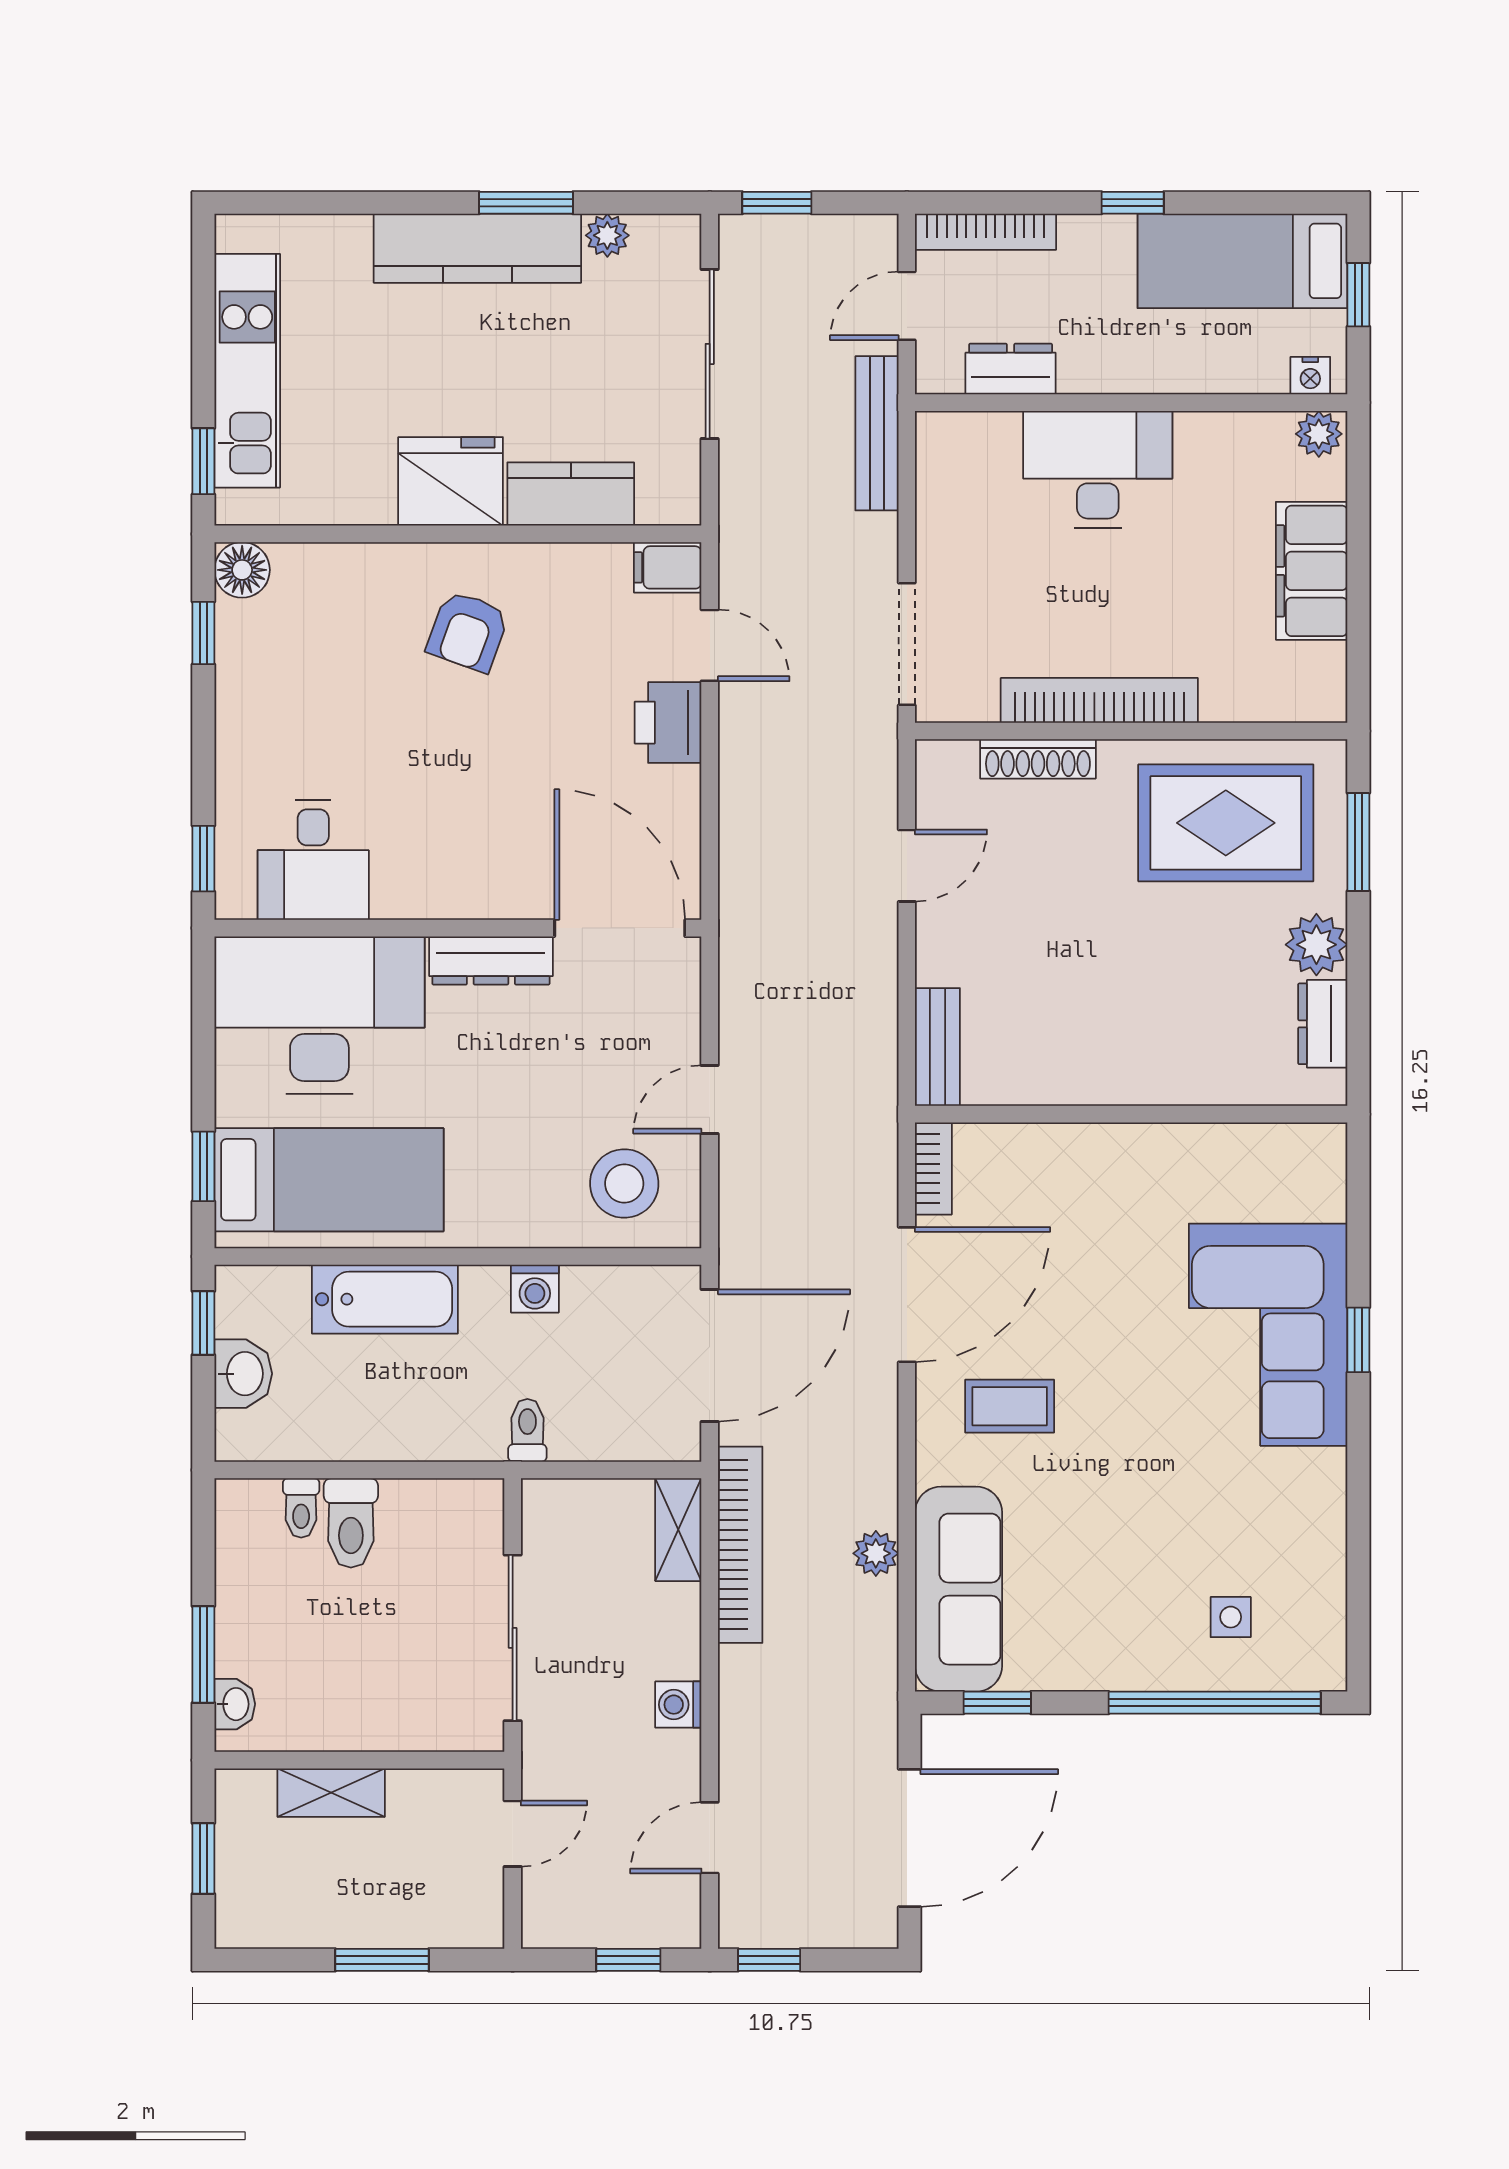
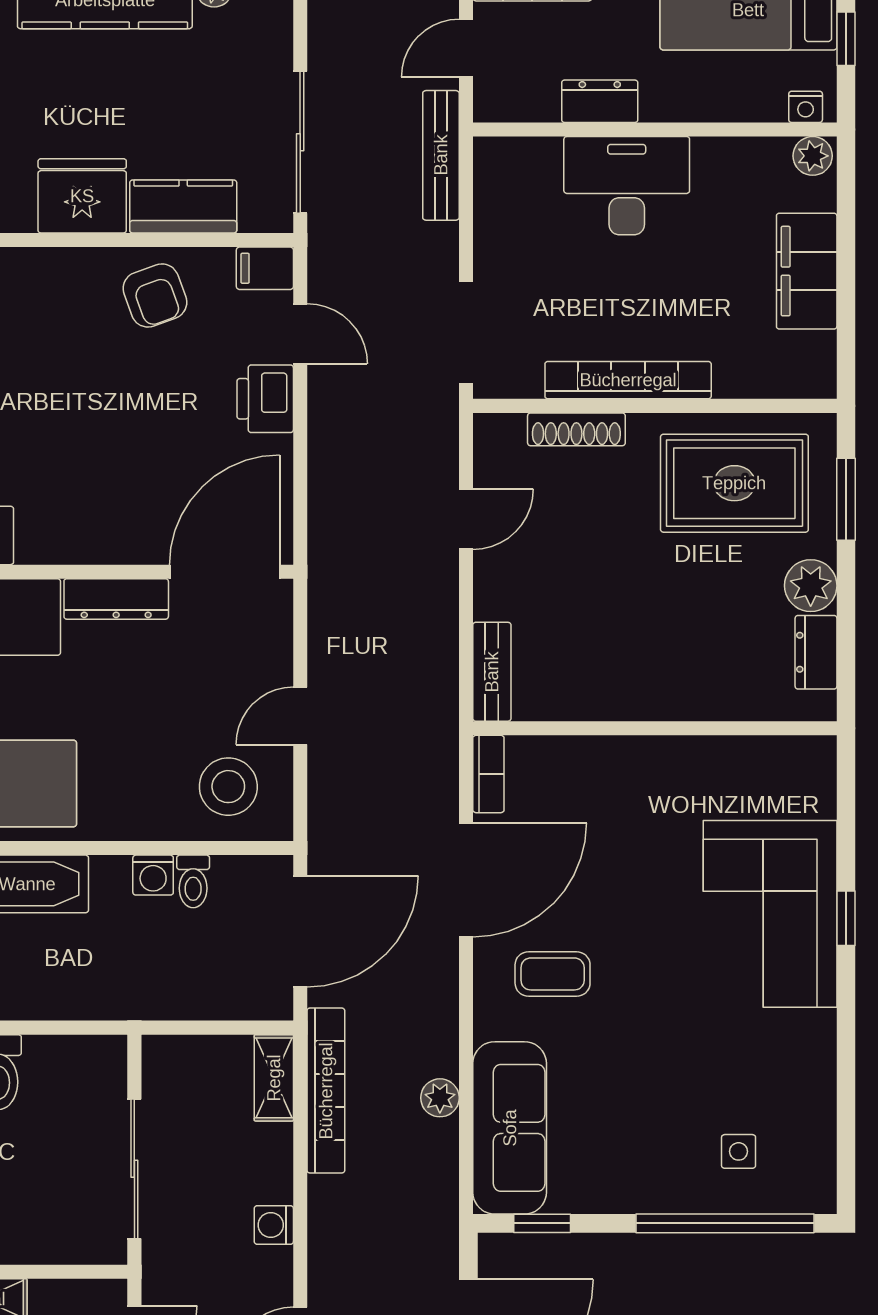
sliding door: (710, 354) -> (300, 142), moved
dresser: (1011, 369) -> (600, 101), moved
armchair: (468, 631) -> (155, 295), moved, turned -40
door: (620, 928) -> (225, 572), hinge flipped
toilet: (527, 1430) -> (193, 881), moved, turned 180

